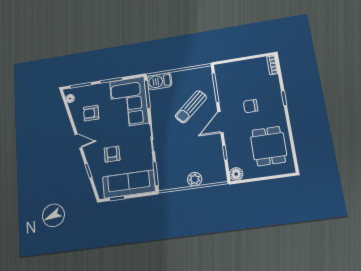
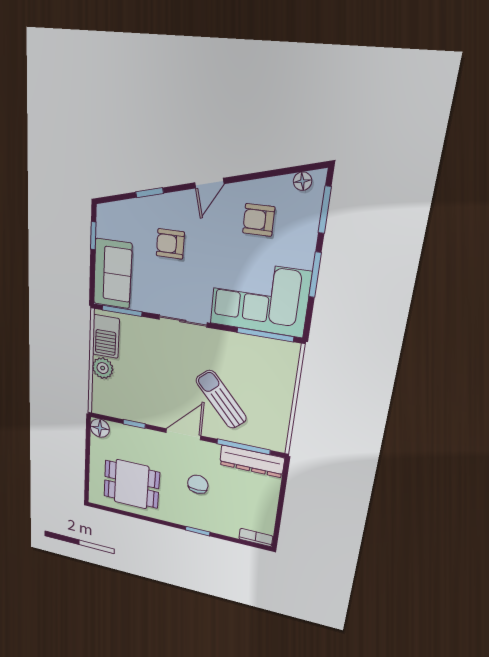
barbecue: (159, 81) -> (106, 336), moved, turned 180
dresser: (223, 81) -> (252, 461), added
armchair: (91, 113) -> (259, 220), turned -90
door: (220, 122) -> (183, 434), hinge flipped
armchair: (112, 154) -> (170, 244), turned 180
sofa: (129, 184) -> (113, 274), width x0.73

